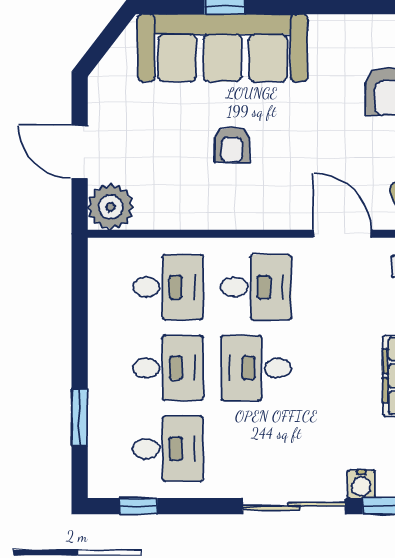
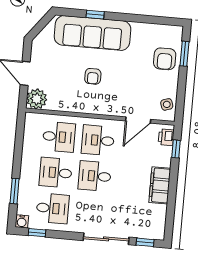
door: (342, 234) -> (138, 120), swing flipped
desk: (256, 287) -> (98, 140), turned 180
desk: (168, 368) -> (56, 173), turned 180
water cooler: (361, 484) -> (22, 221), moved

